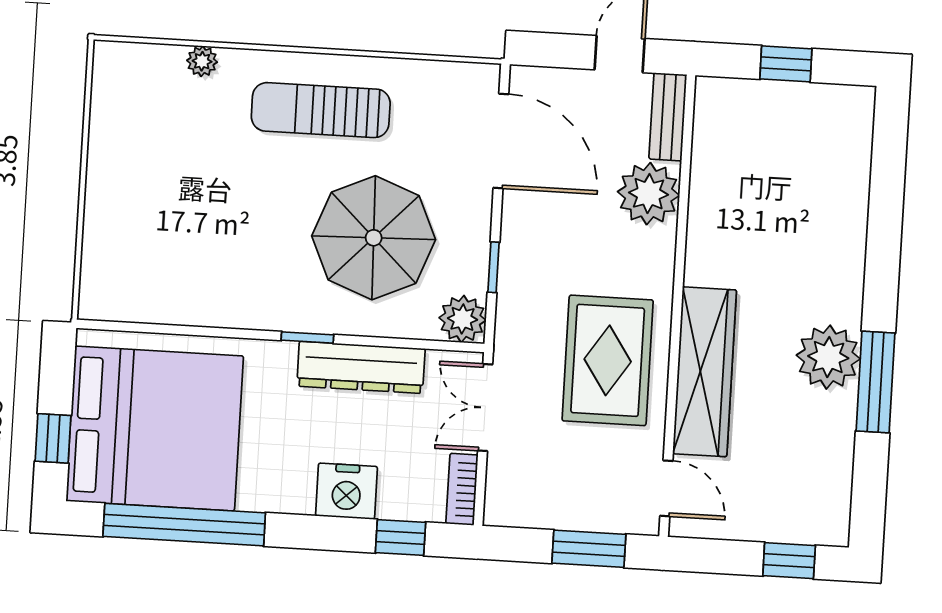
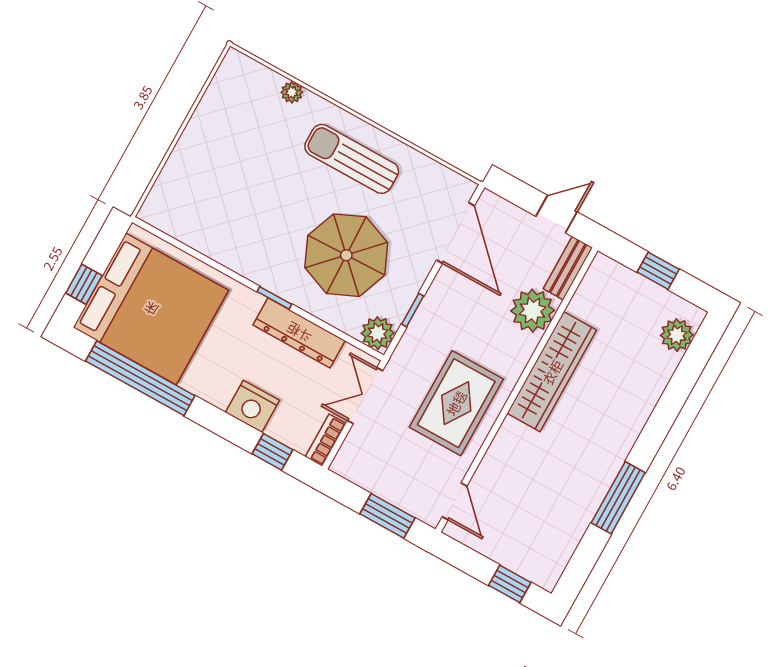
plant: (828, 357) -> (677, 335), moved, width x0.73, depth x0.73
wardrobe: (705, 372) -> (552, 372), moved

